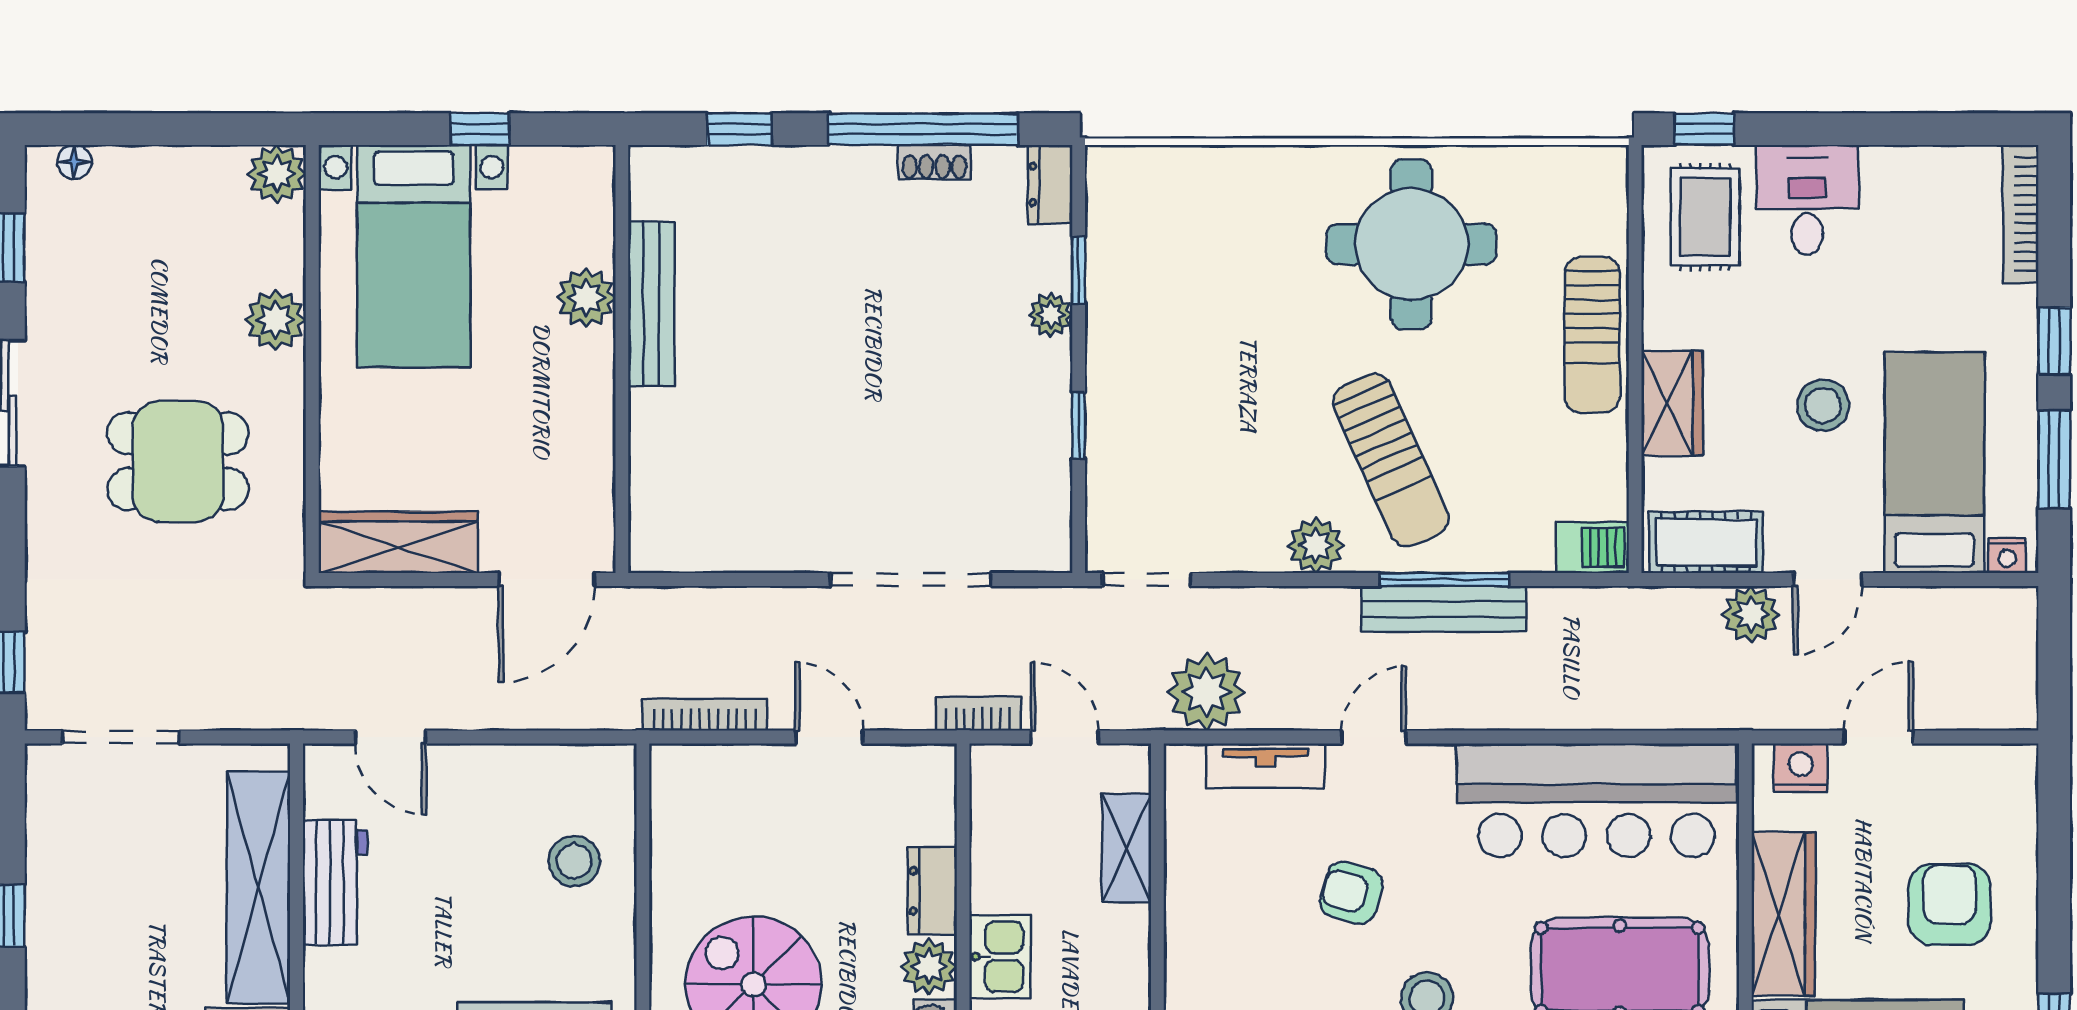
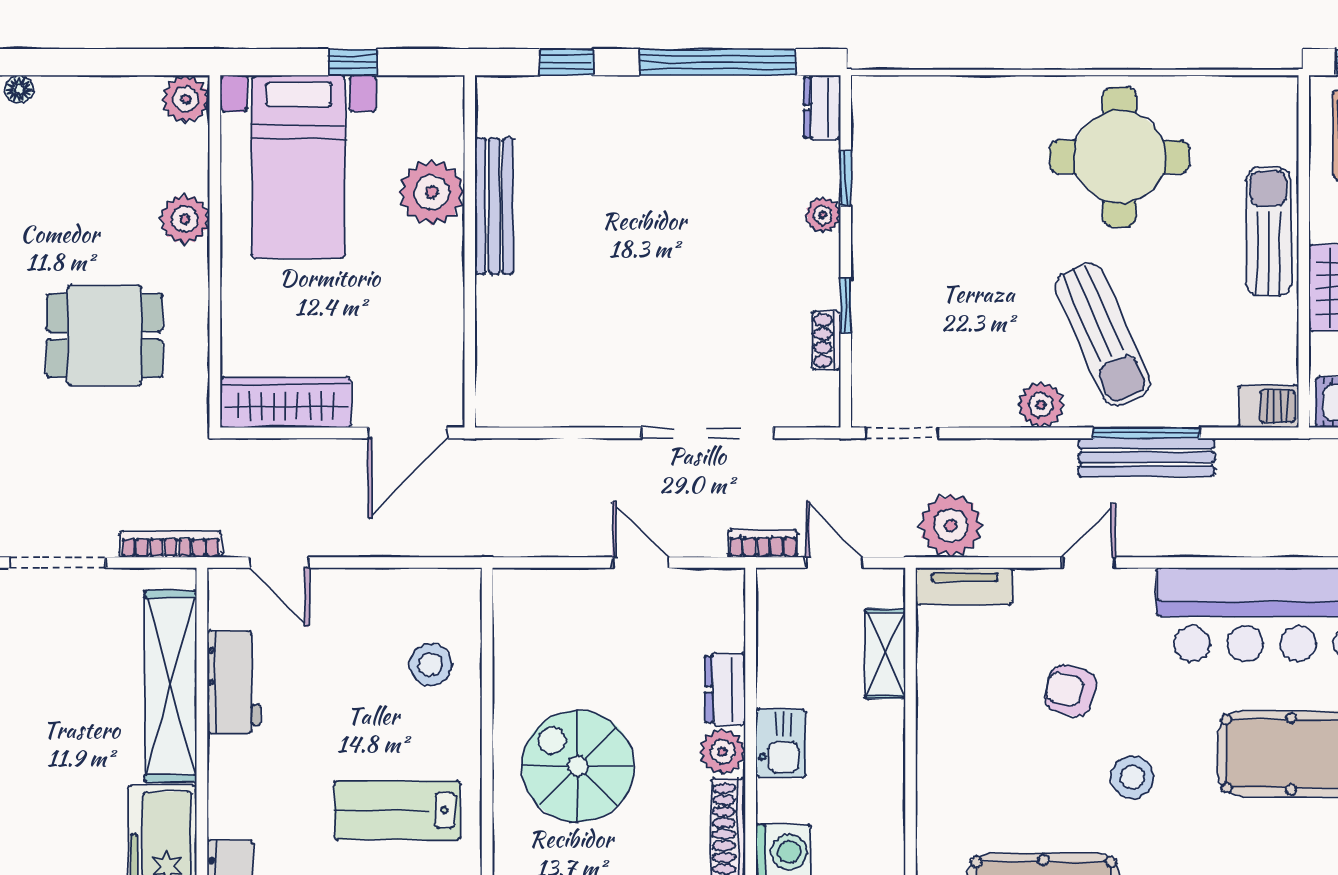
shoe rack: (934, 162) -> (826, 341), moved, turned 90
plant: (586, 298) -> (432, 192), width x1.36, depth x1.36
sun lounger: (1592, 335) -> (1268, 232), turned 180
bookcase: (705, 715) -> (171, 544), moved
tv unit: (1265, 766) -> (964, 586), moved

